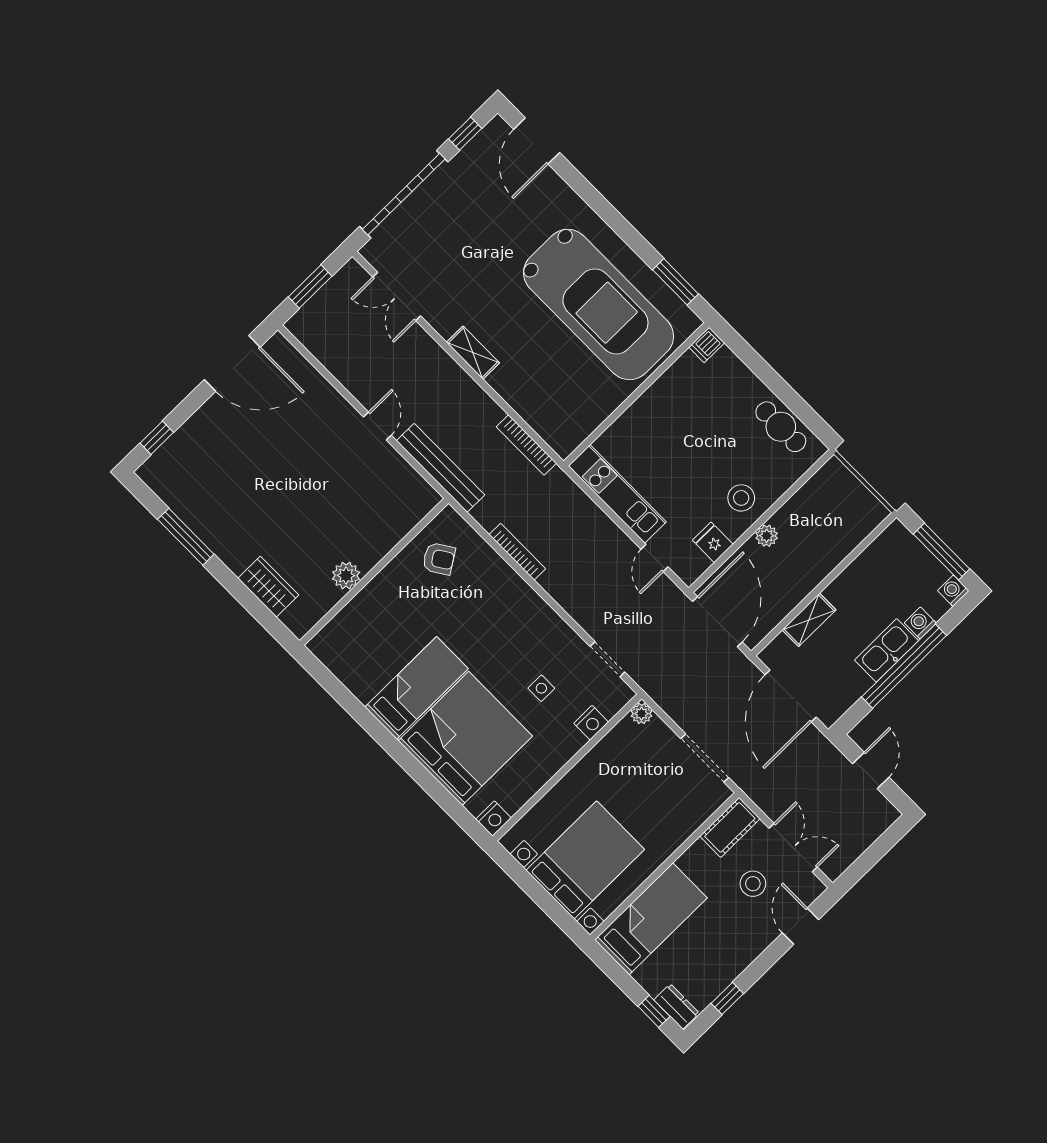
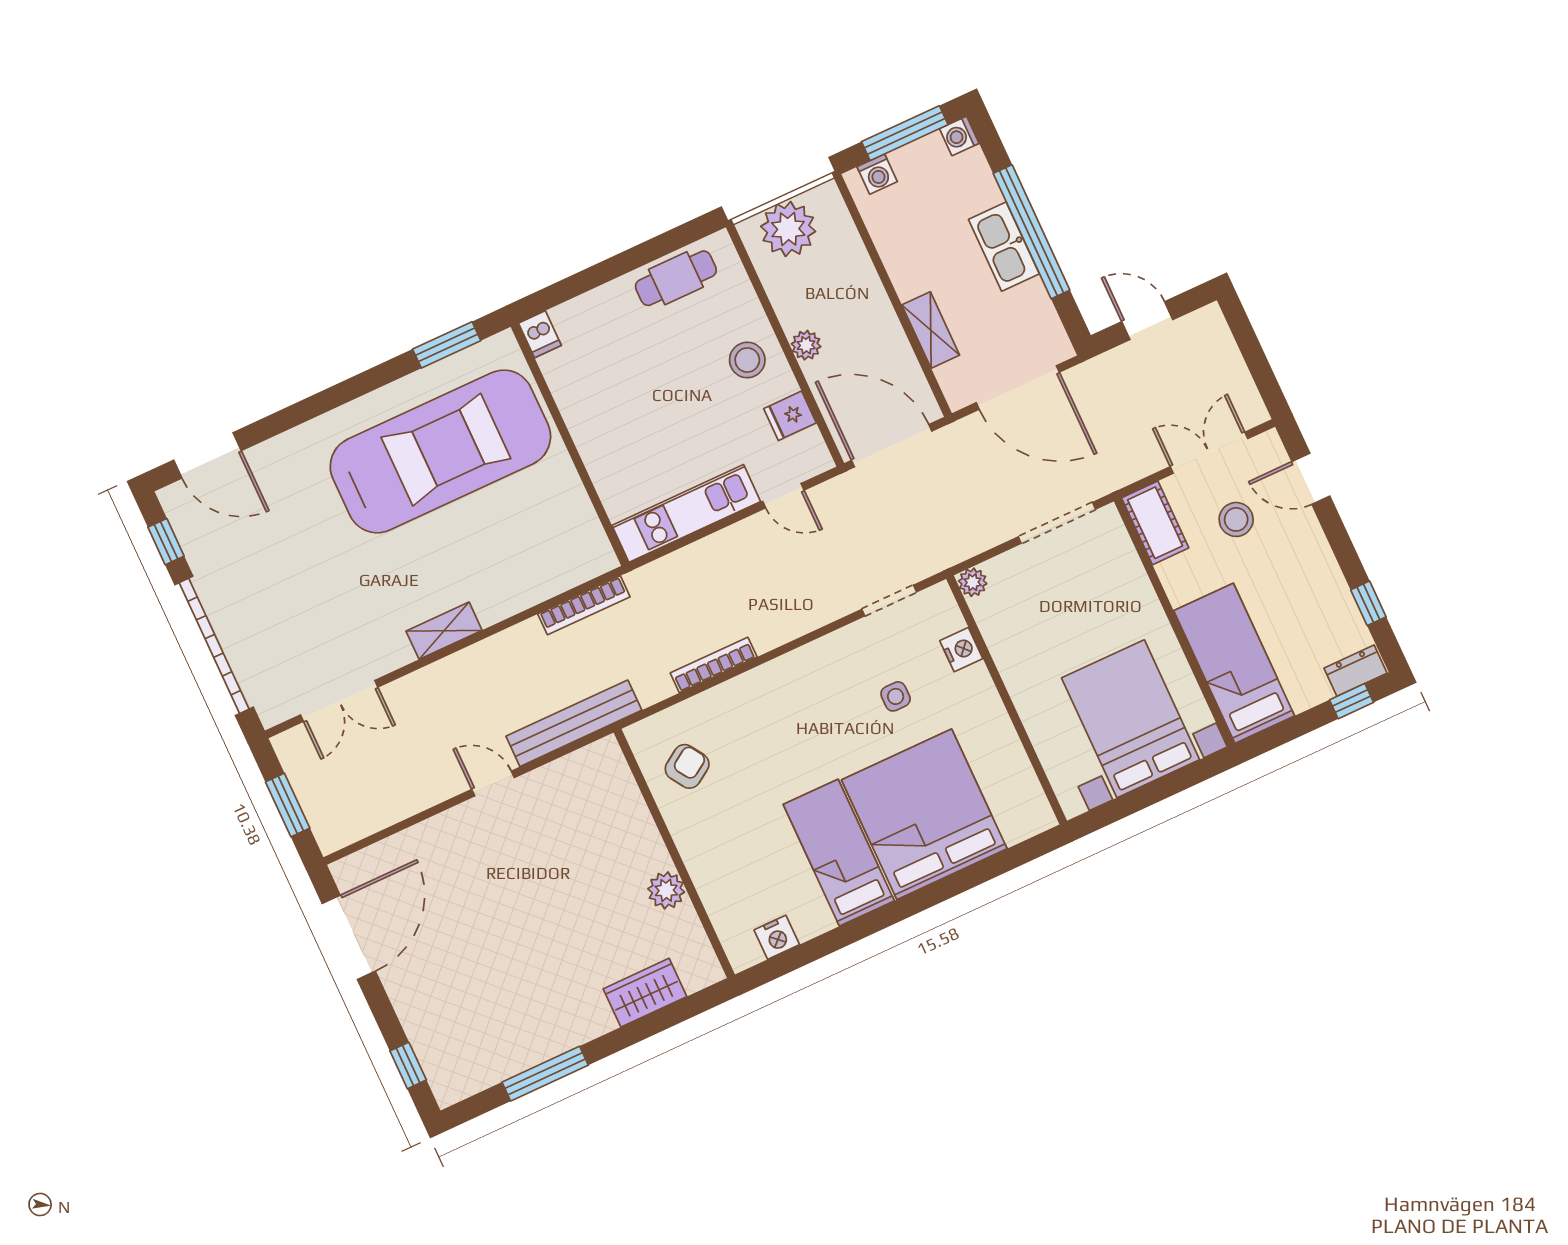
plant: (844, 494) -> (788, 229), added
washing machine: (920, 623) -> (877, 174), moved, turned -90
nightstand: (493, 819) -> (777, 937), moved, turned 90

